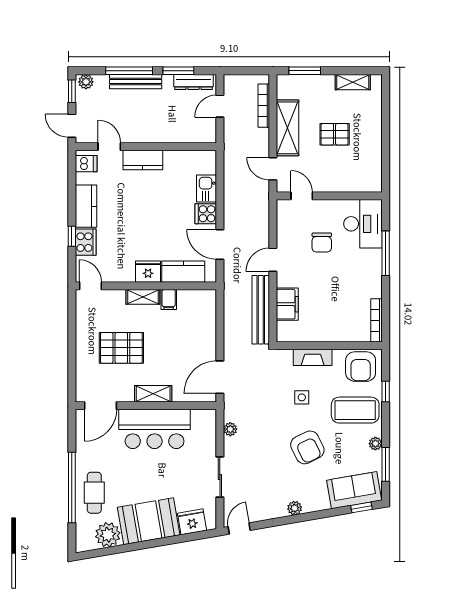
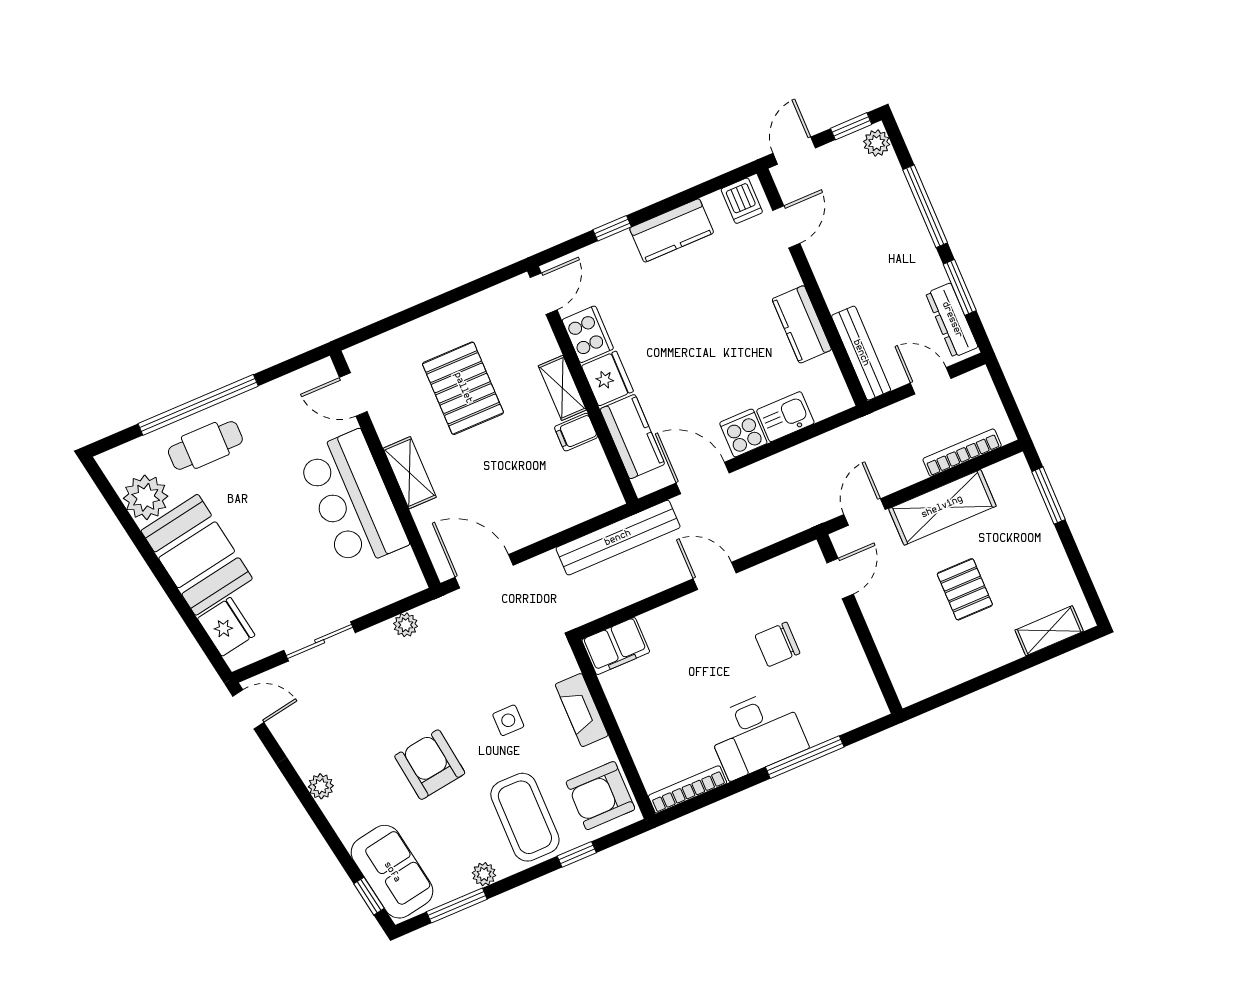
bench: (136, 82) -> (861, 353), moved
shelving: (353, 82) -> (1049, 631), moved, turned 90
kitchen counter: (143, 160) -> (802, 324), moved
desk: (363, 224) -> (756, 734), moved
cooker: (86, 242) -> (588, 334), moved, turned -90
door: (220, 245) -> (703, 478), hinge flipped
filing cabinet: (287, 304) -> (616, 646), moved
bench: (261, 310) -> (618, 538), moved
door: (101, 406) -> (353, 395), width x0.73
armchair: (307, 447) -> (430, 765), turned 108

